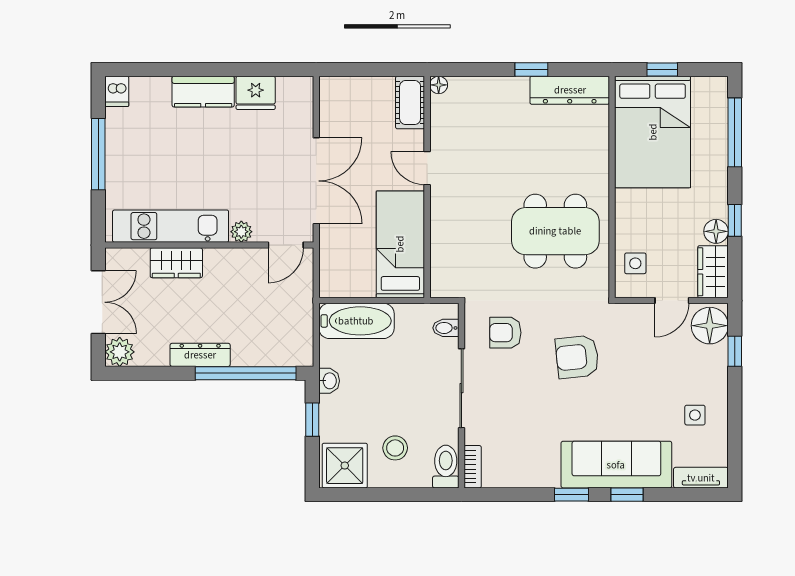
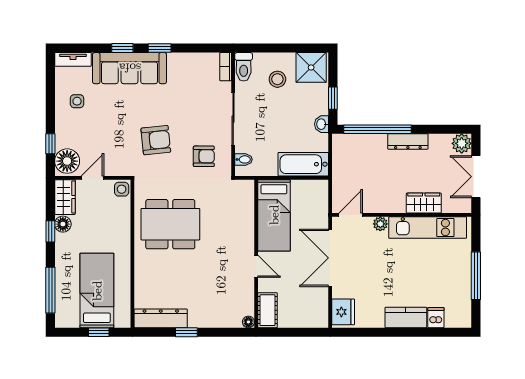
dishwasher: (117, 91) -> (436, 318), moved
fridge: (256, 93) -> (343, 312), moved, turned 90
bed: (653, 132) -> (97, 291), width x0.67
side table: (635, 263) -> (122, 189), moved

